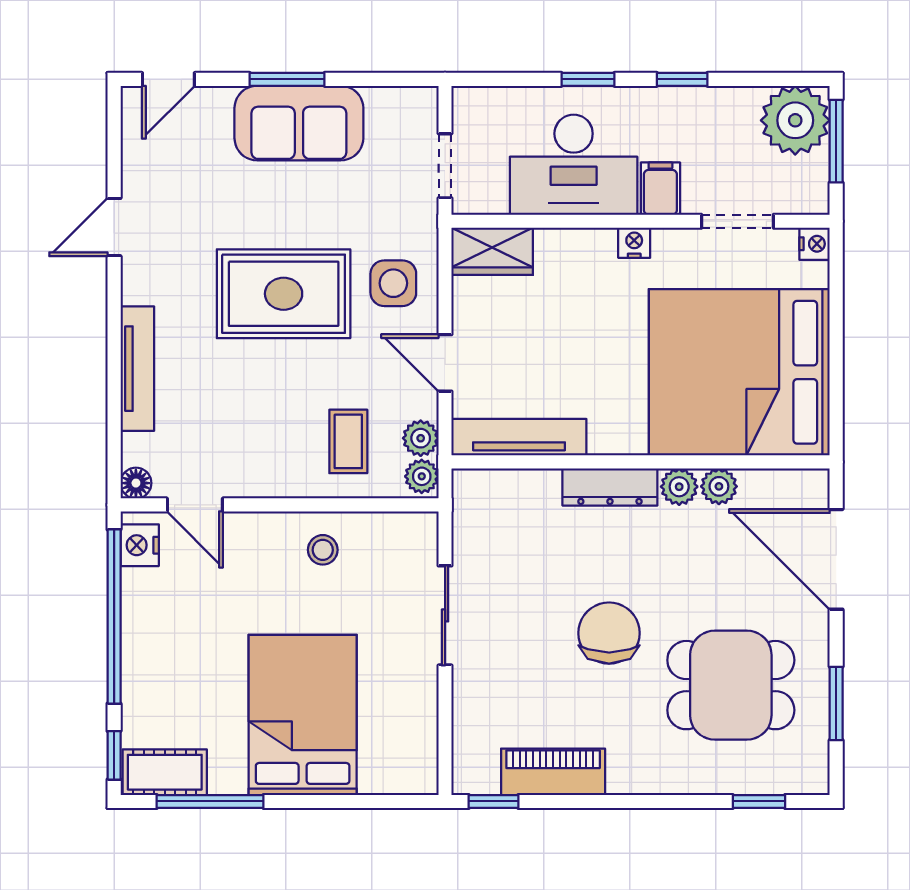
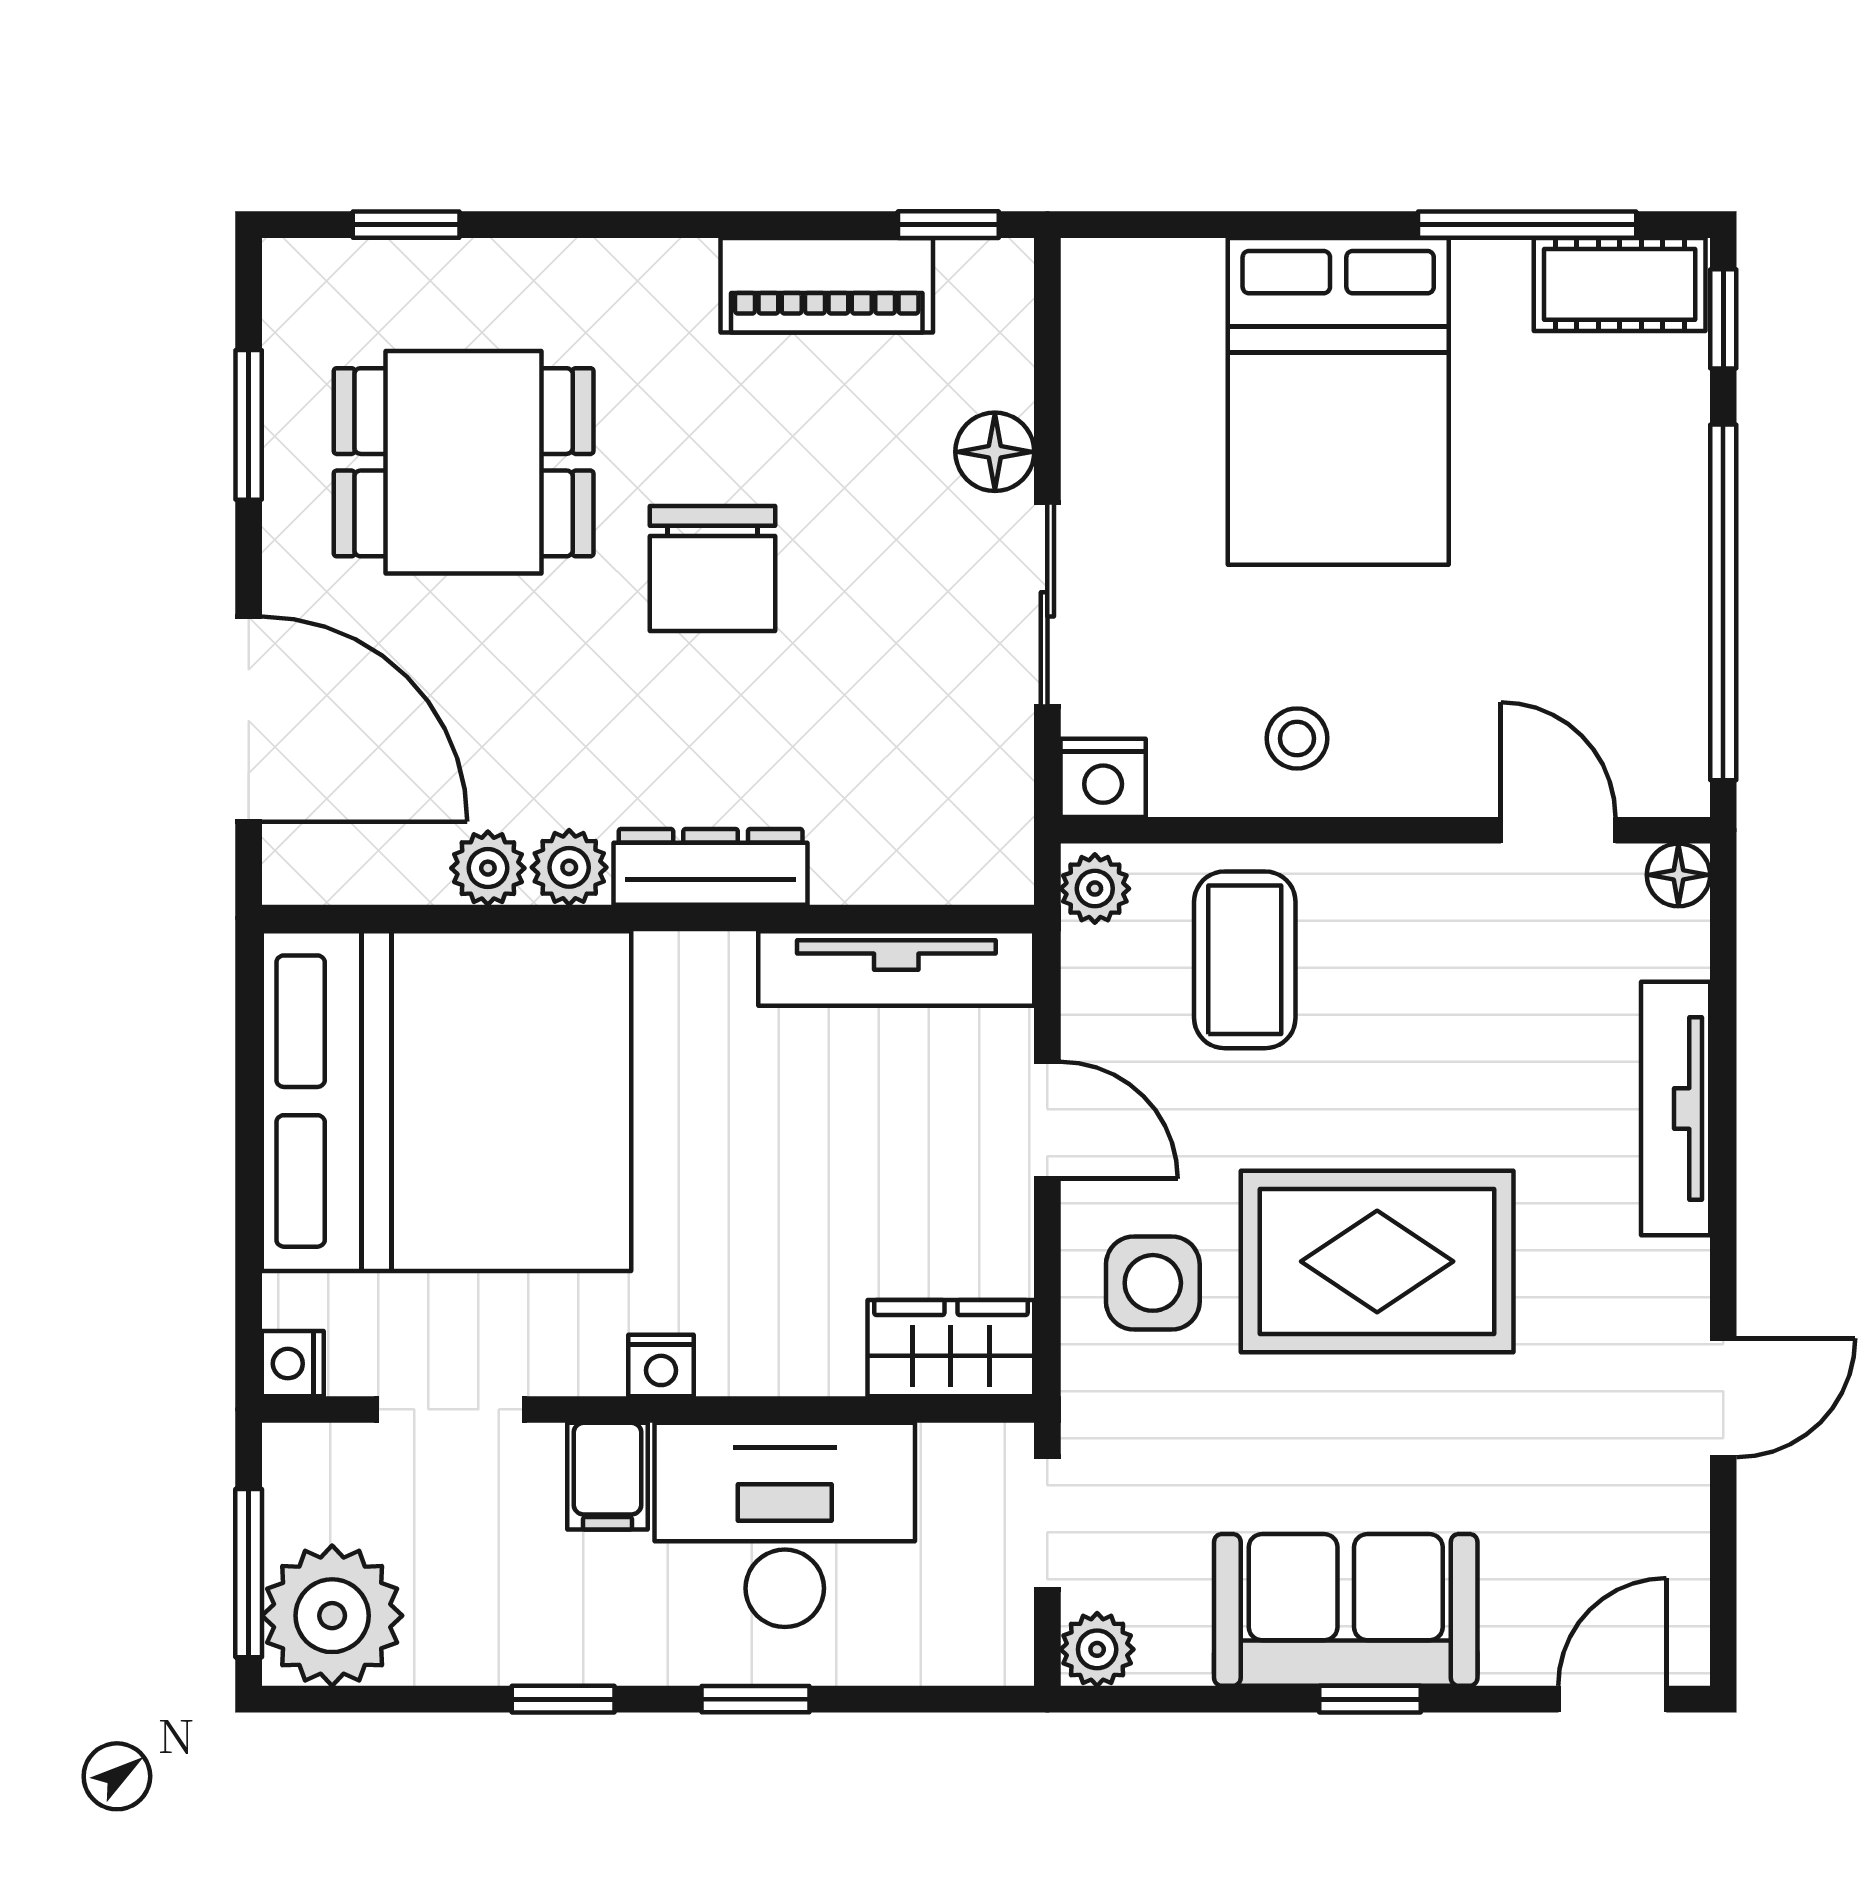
window: (287, 79) -> (1370, 1699), width x0.67
plant: (421, 438) -> (1097, 1649), moved
coffee table: (348, 441) -> (1245, 960), width x1.36, depth x1.30
nightstand: (140, 545) -> (1103, 778), moved, turned 90
floor lamp: (471, 690) -> (995, 452), added

